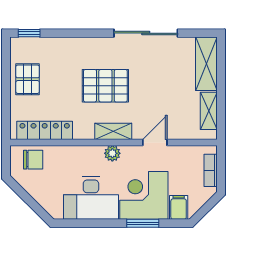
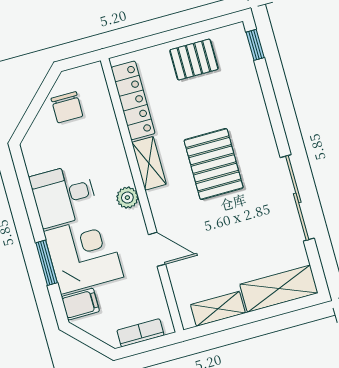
shelving: (113, 131) -> (149, 163), moved
chair: (33, 160) -> (67, 107), moved
desk: (91, 198) -> (64, 195), width x0.73

